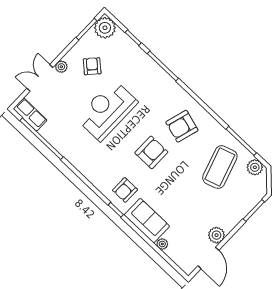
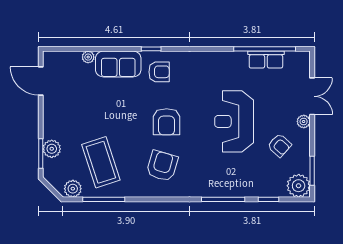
reception desk: (107, 110) -> (234, 121), turned 180
row of seats: (30, 115) -> (266, 60), moved
armchair: (125, 190) -> (159, 72), turned 90
plant: (216, 235) -> (52, 149), moved

